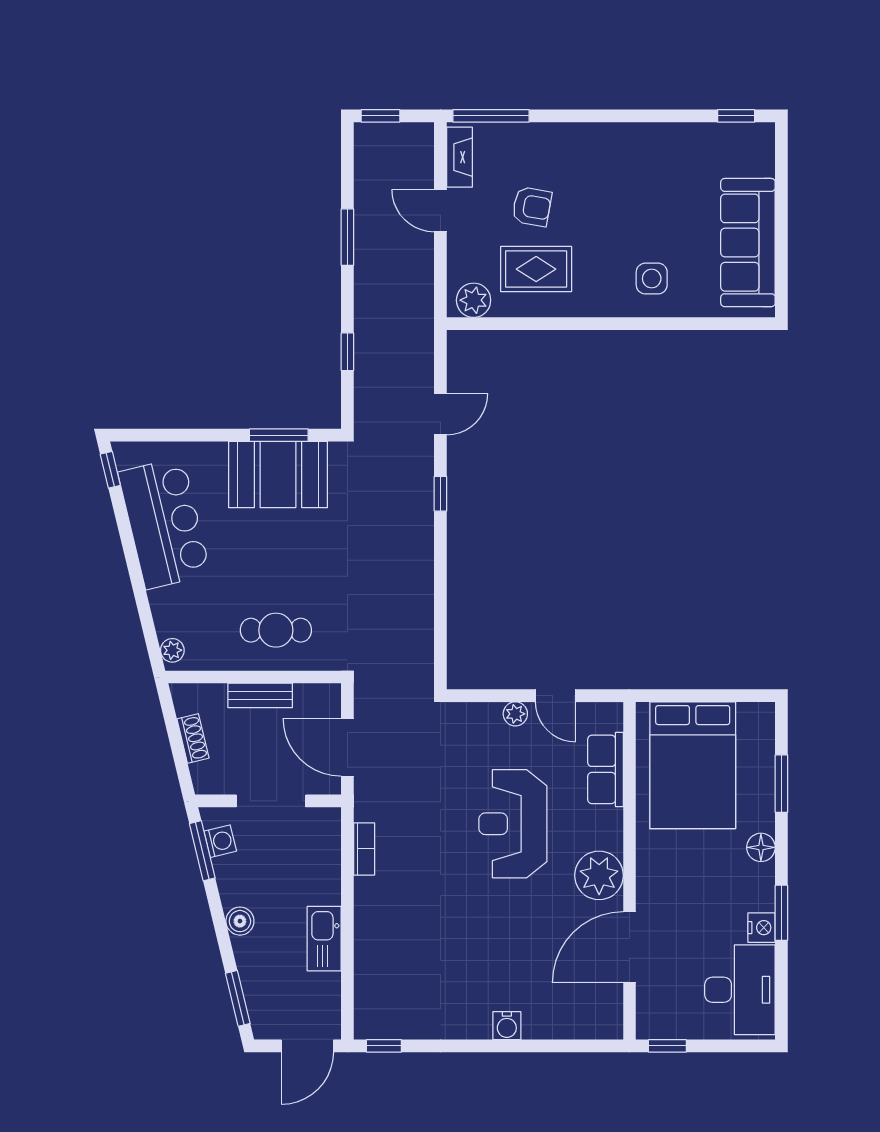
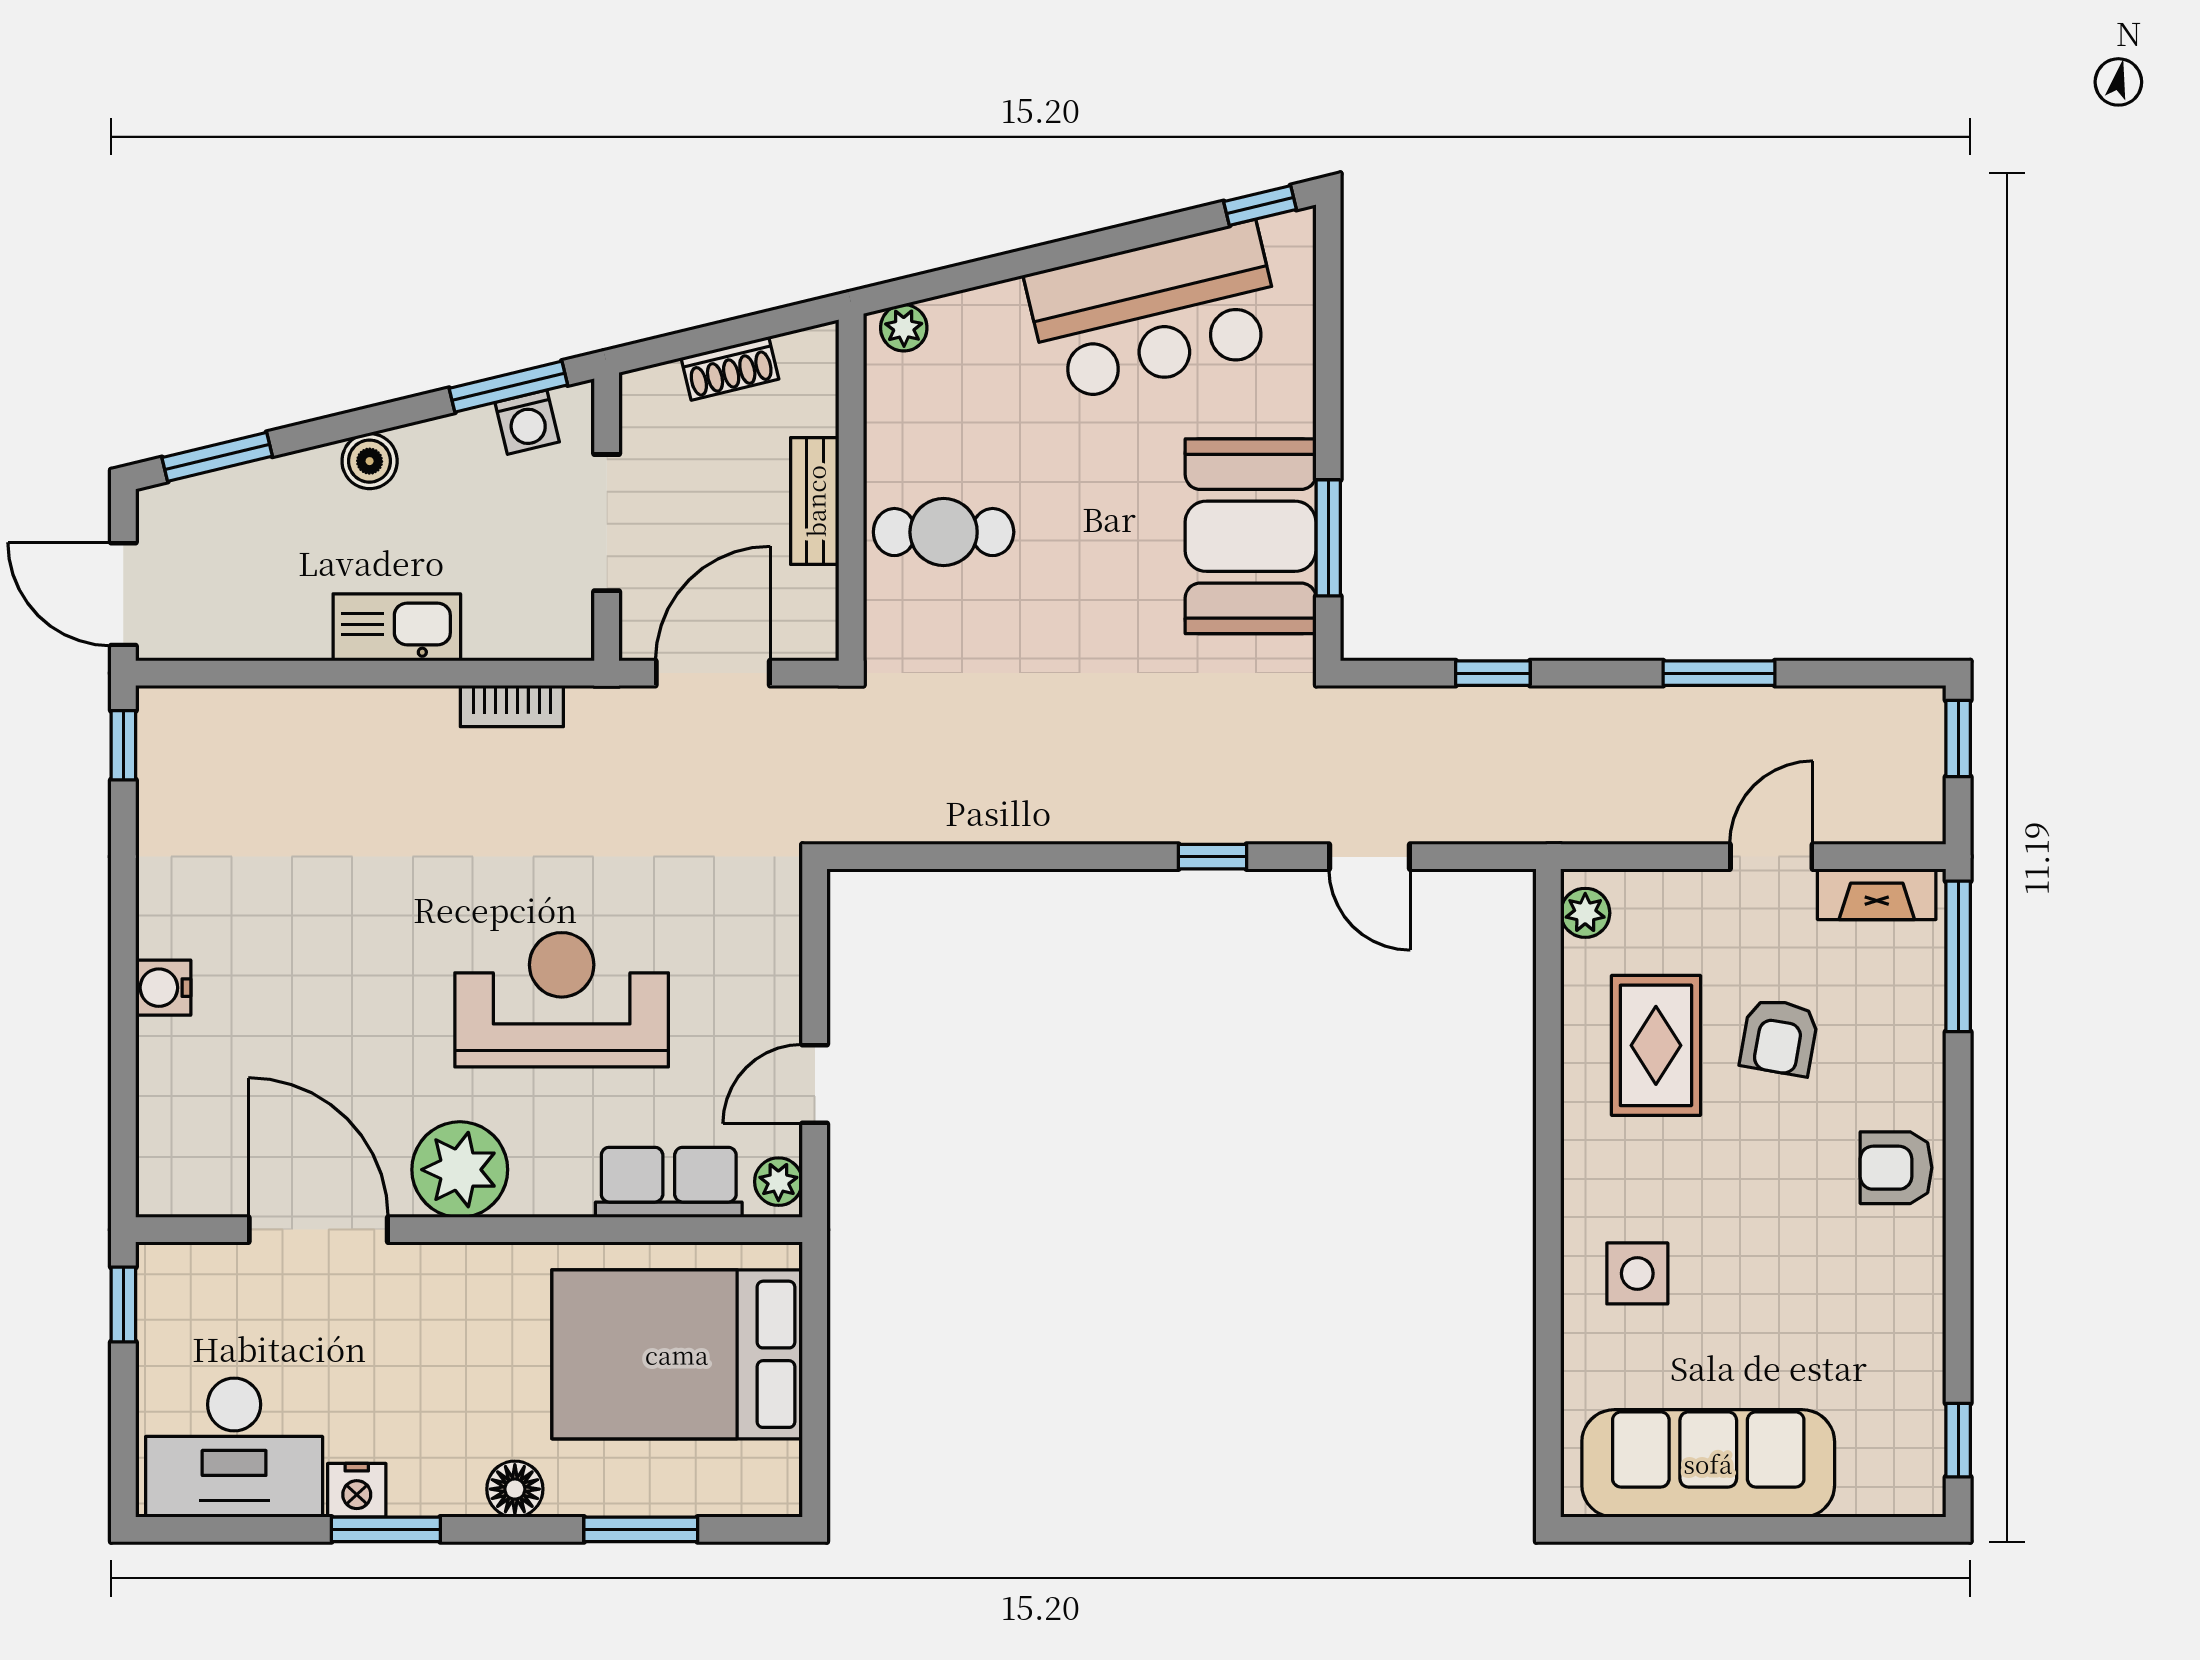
armchair: (598, 147) -> (1896, 1168), added
plant: (474, 300) -> (1585, 913), width x0.73, depth x0.73
cafe table: (276, 630) -> (944, 532), turned 90
plant: (515, 714) -> (778, 1182), moved
kitchen sink: (324, 939) -> (397, 627), moved

